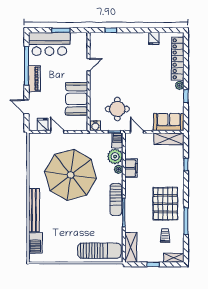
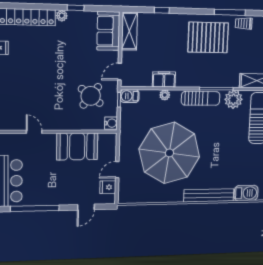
piano: (34, 79) -> (51, 198), removed
round table: (117, 109) -> (91, 96), turned 38
plant: (115, 156) -> (233, 99), moved
trolley: (165, 236) -> (244, 23), moved

